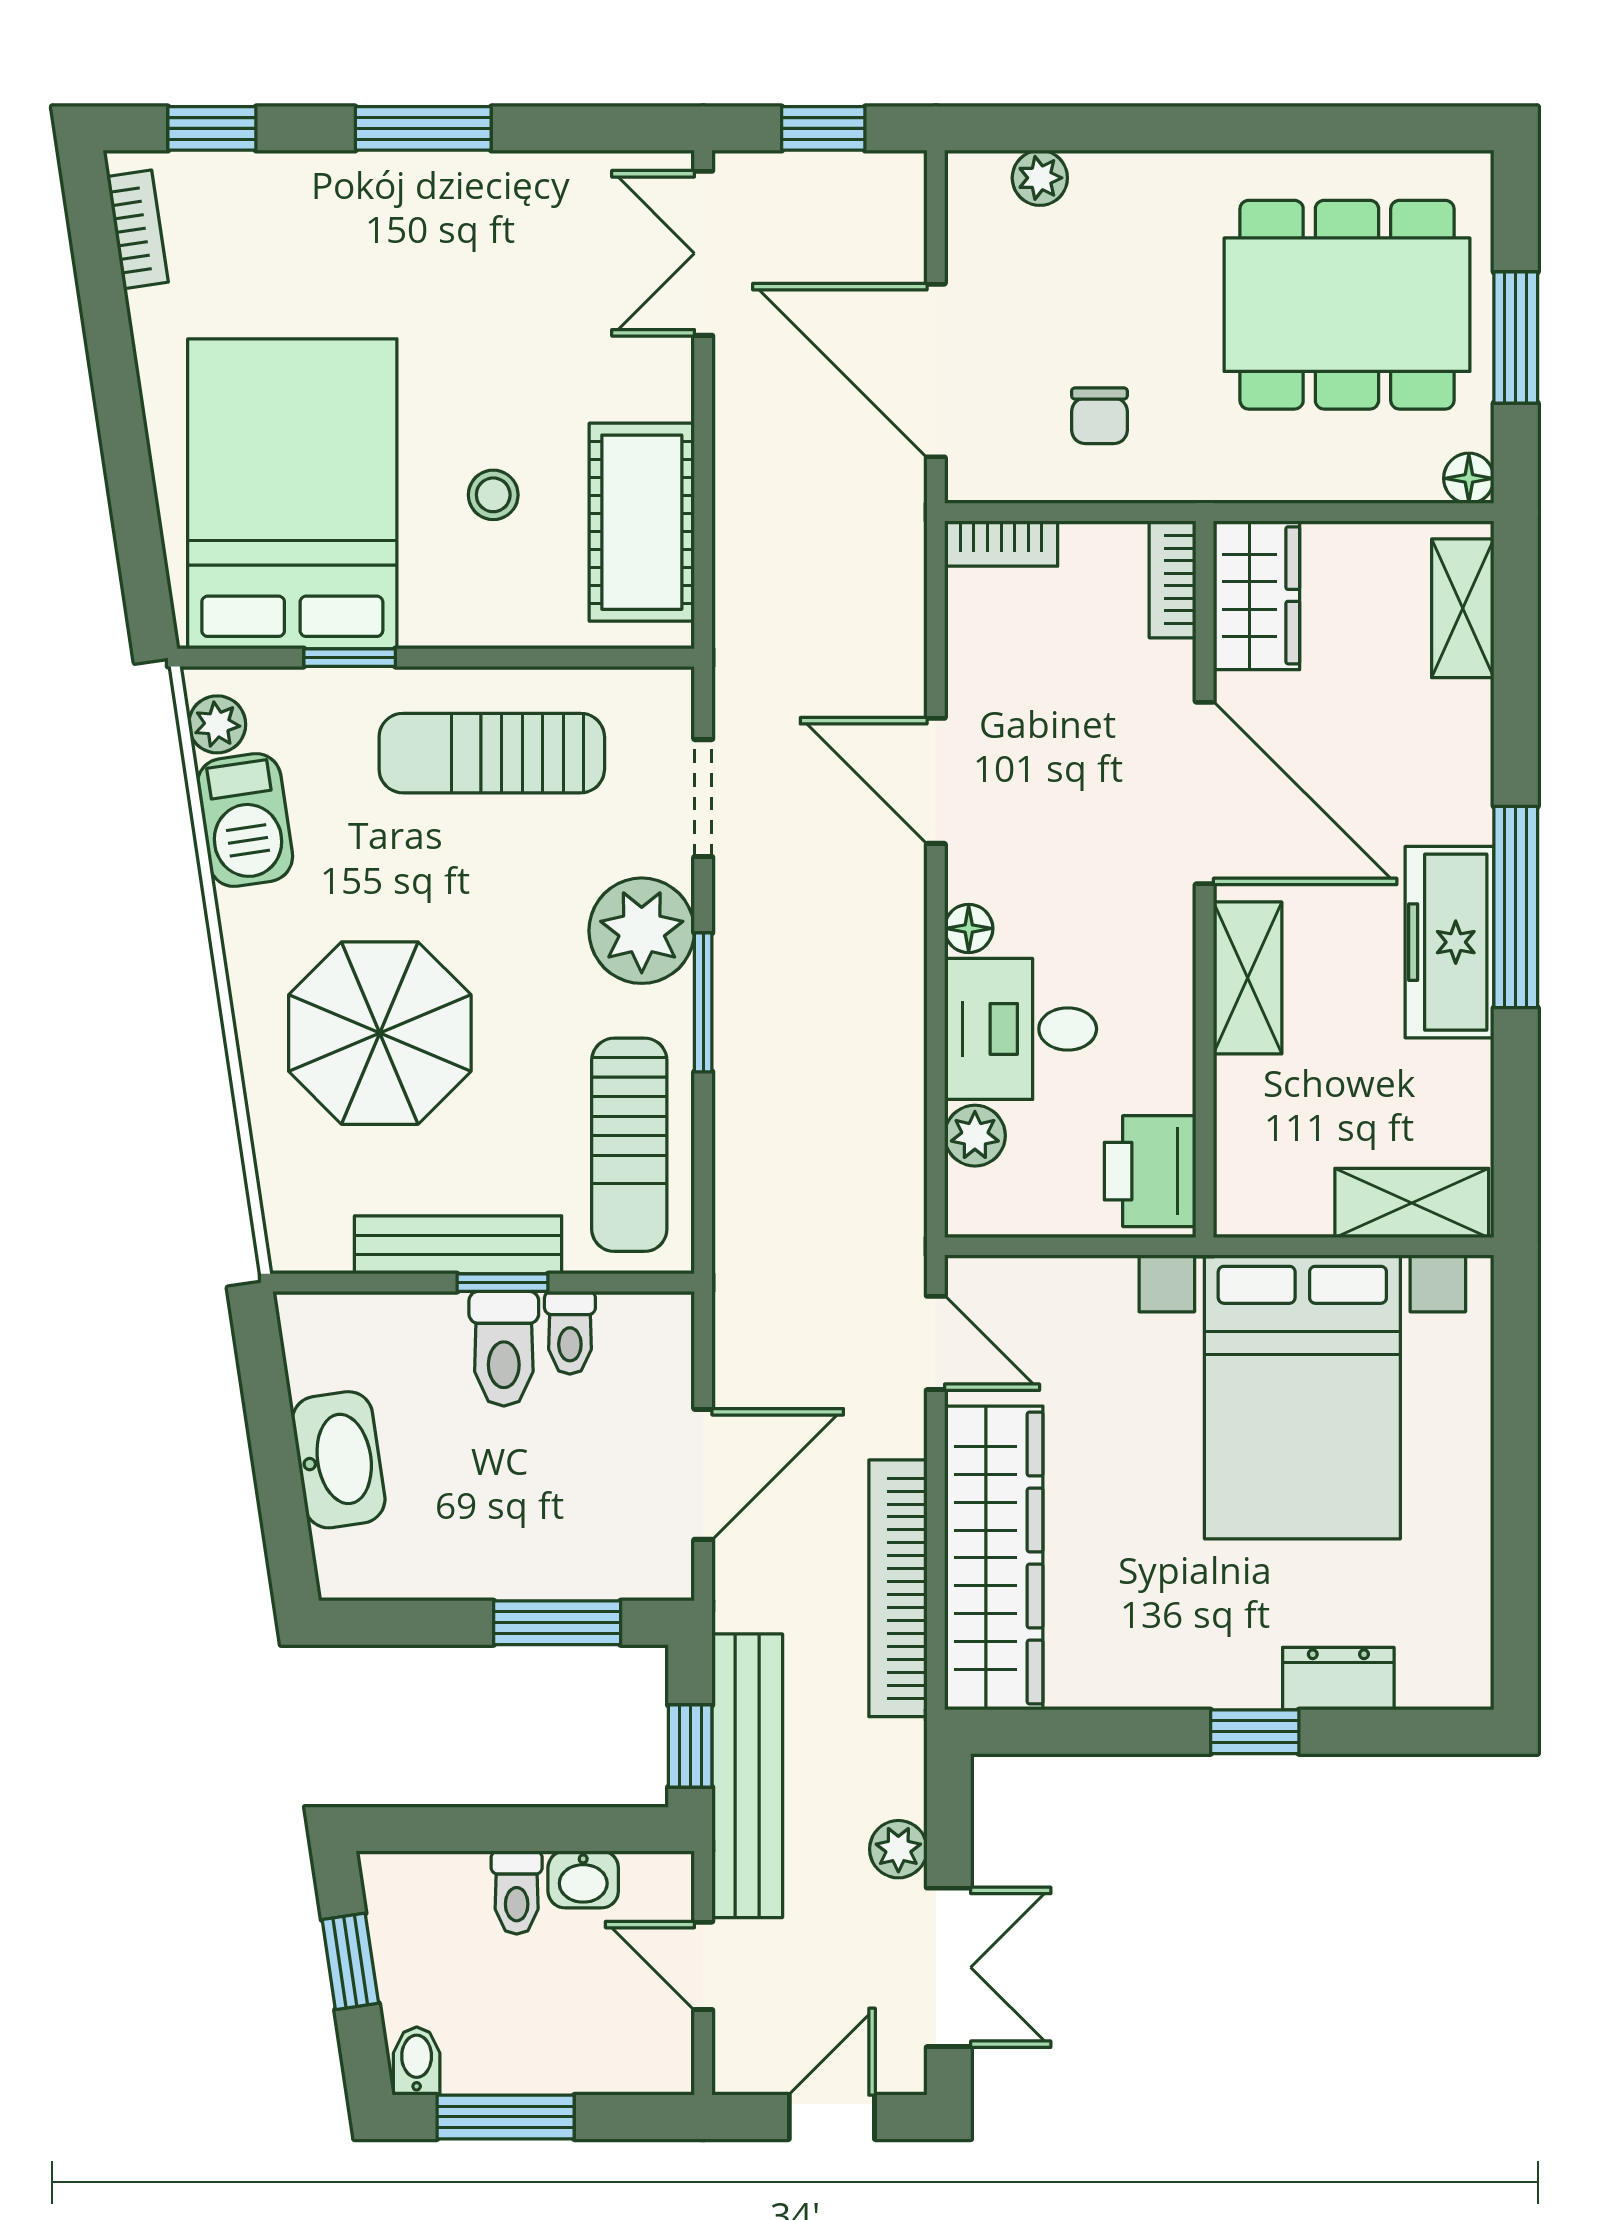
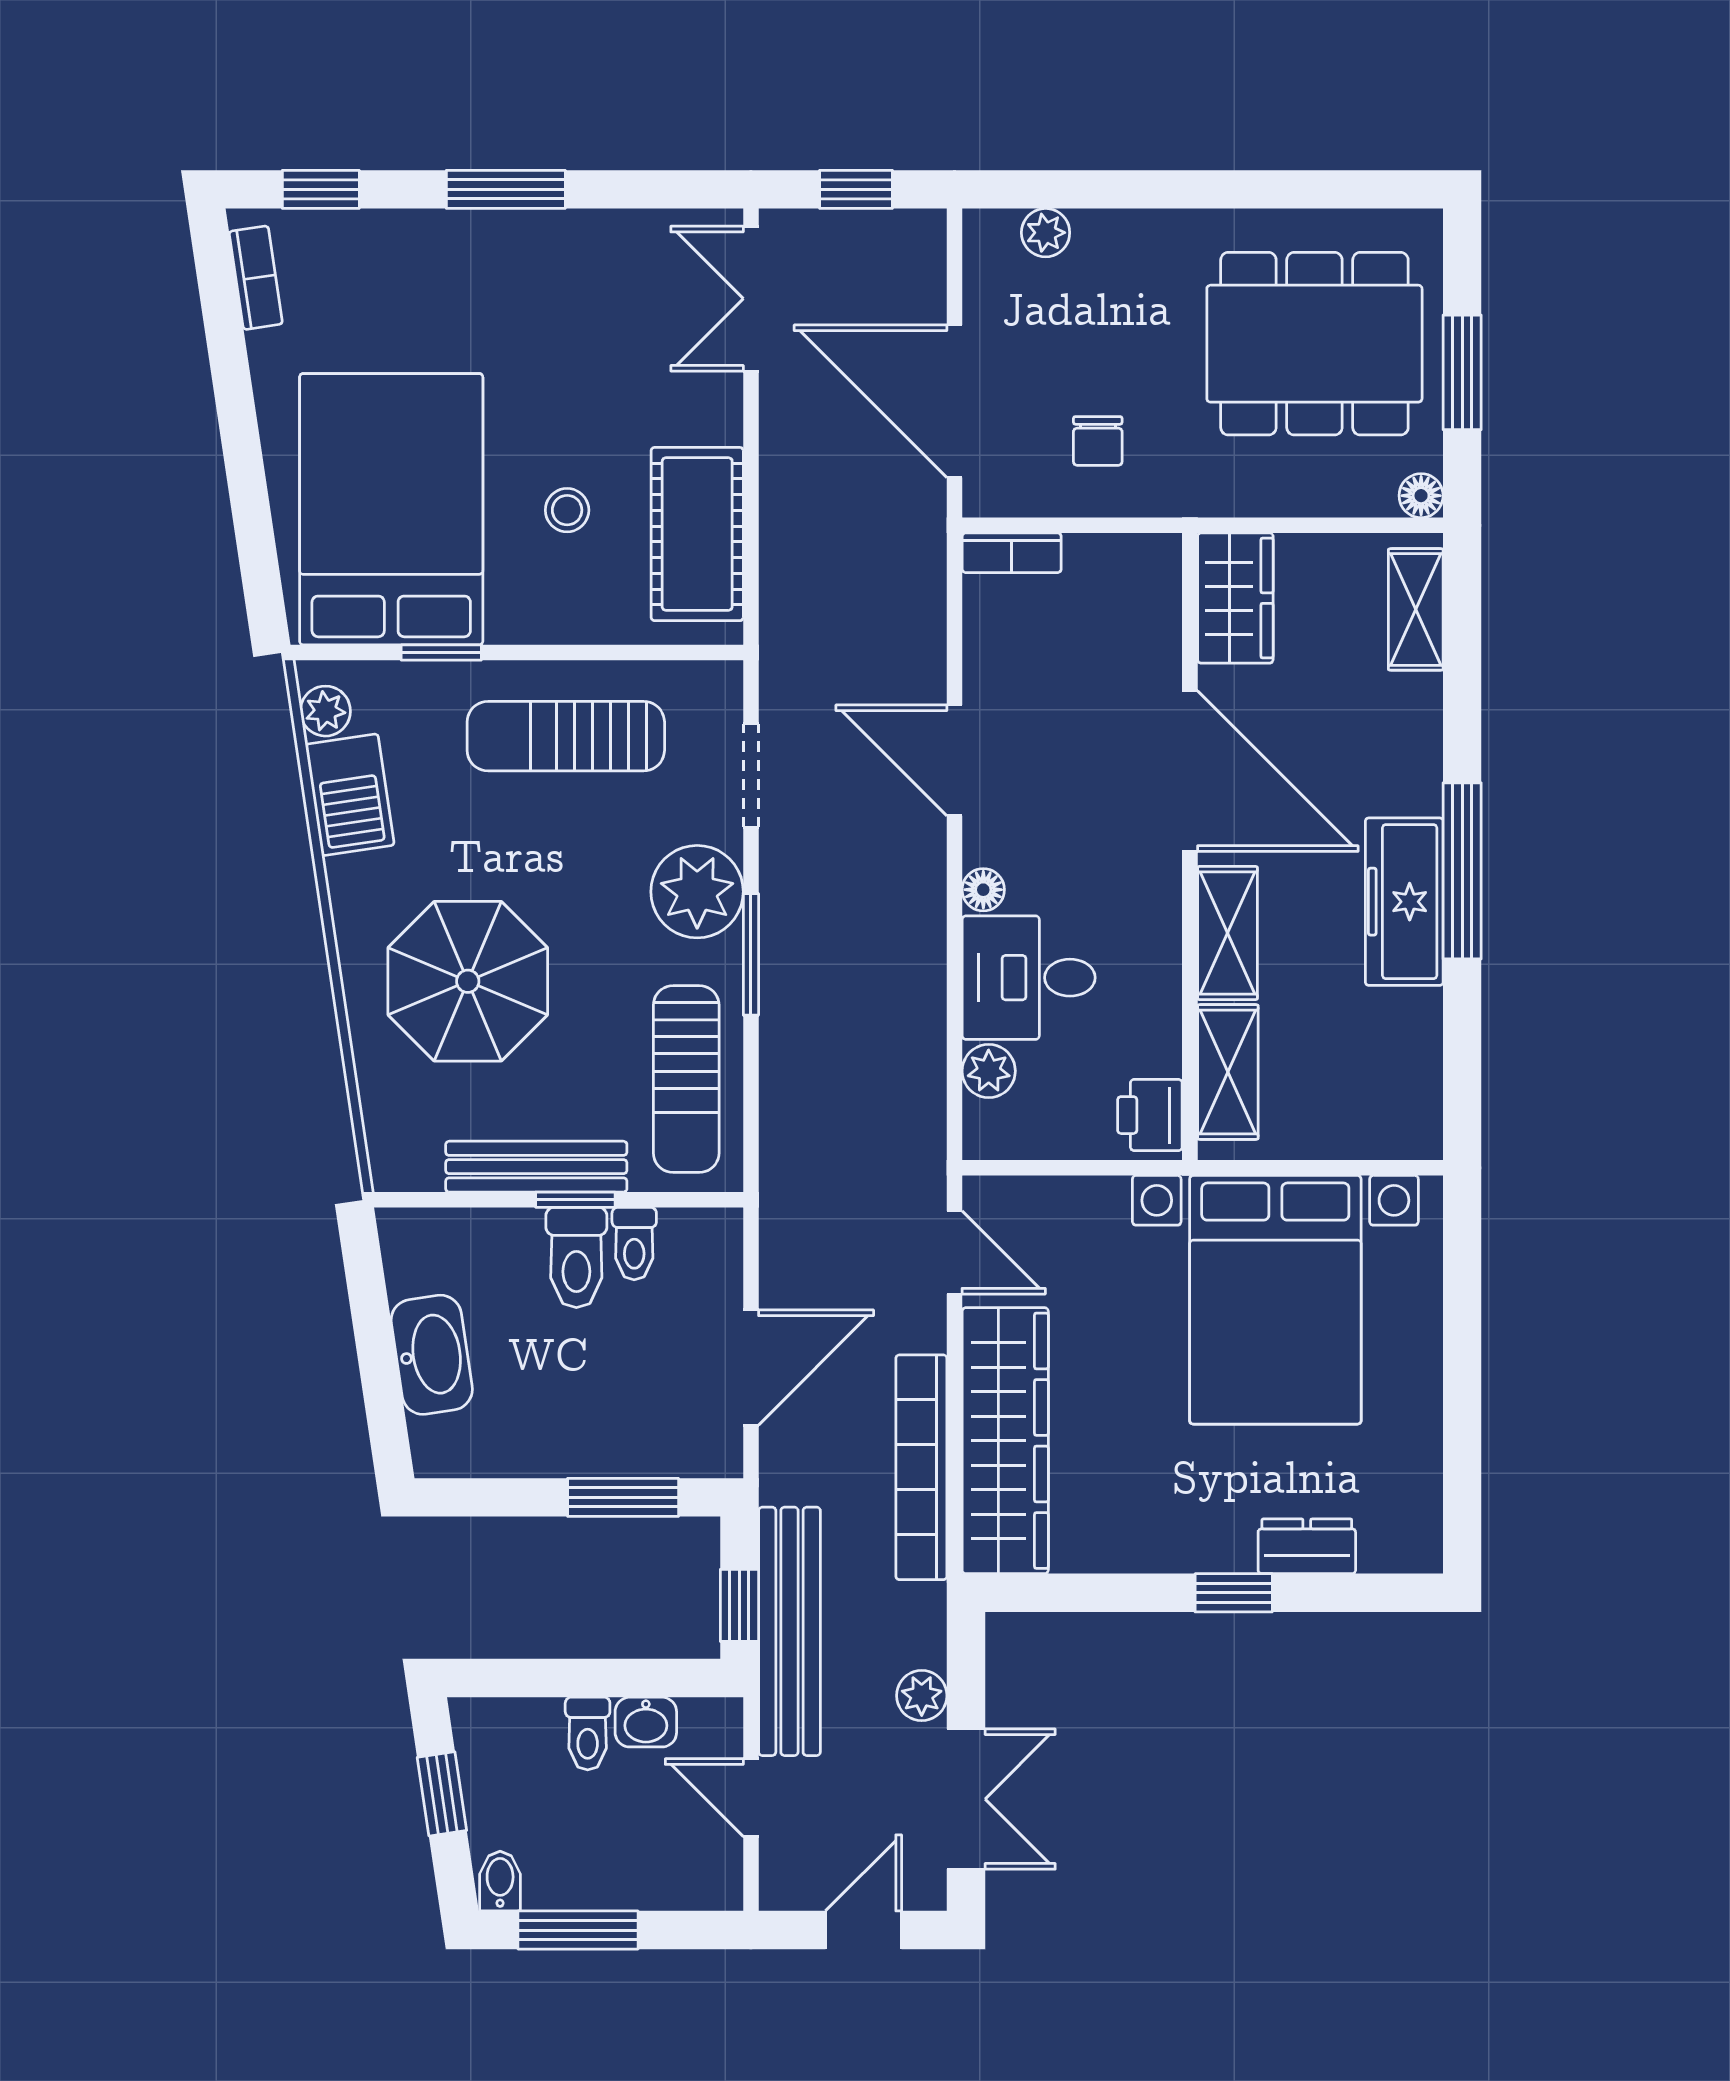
bookcase: (1173, 579) -> (1162, 584), removed
printer: (1150, 1171) -> (1150, 1115), width x0.73, depth x0.81
shelving: (1412, 1203) -> (1228, 1072), moved, turned 90

